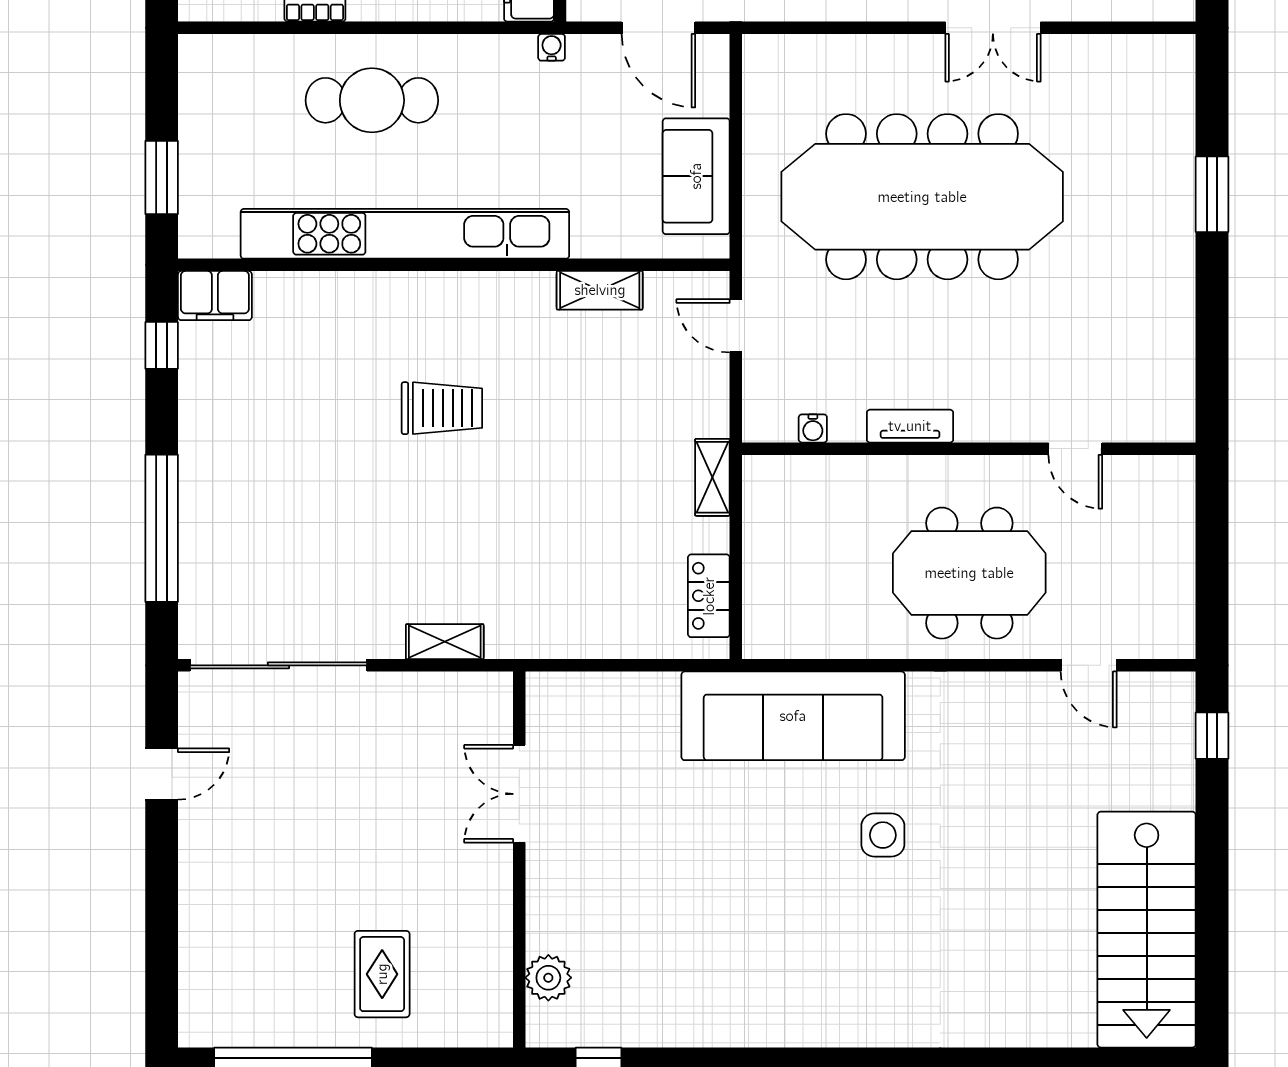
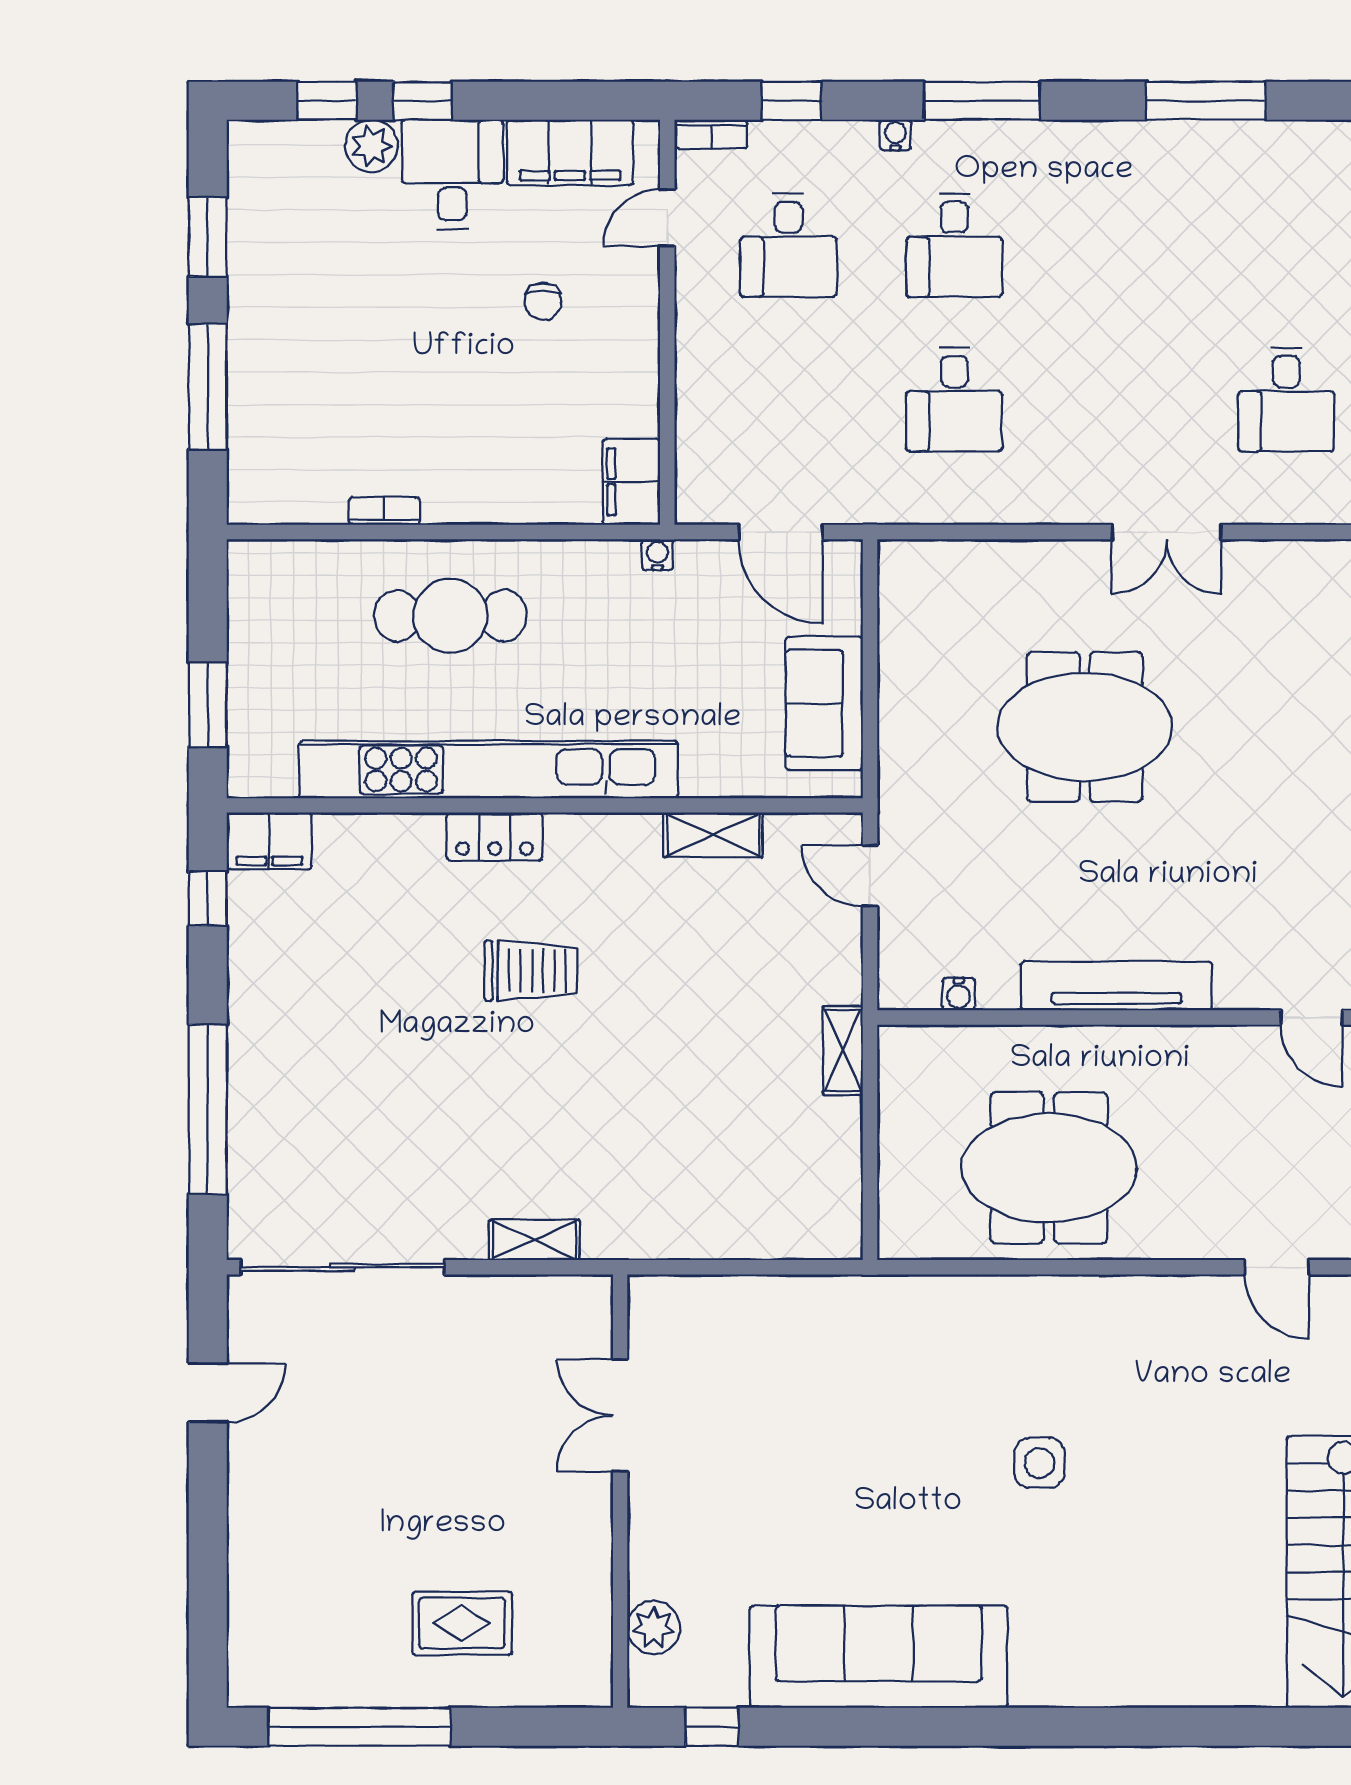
meeting table: (922, 197) -> (1085, 727), width x0.54, depth x0.79
tv unit: (910, 426) -> (1116, 986), width x1.92, depth x1.29
door: (1075, 449) -> (1312, 1018), moved
meeting table: (969, 573) -> (1049, 1168), moved
locker: (709, 596) -> (495, 837), moved, turned -90
sofa: (793, 716) -> (879, 1657), moved, turned 180
rug: (382, 974) -> (462, 1623), turned 90

